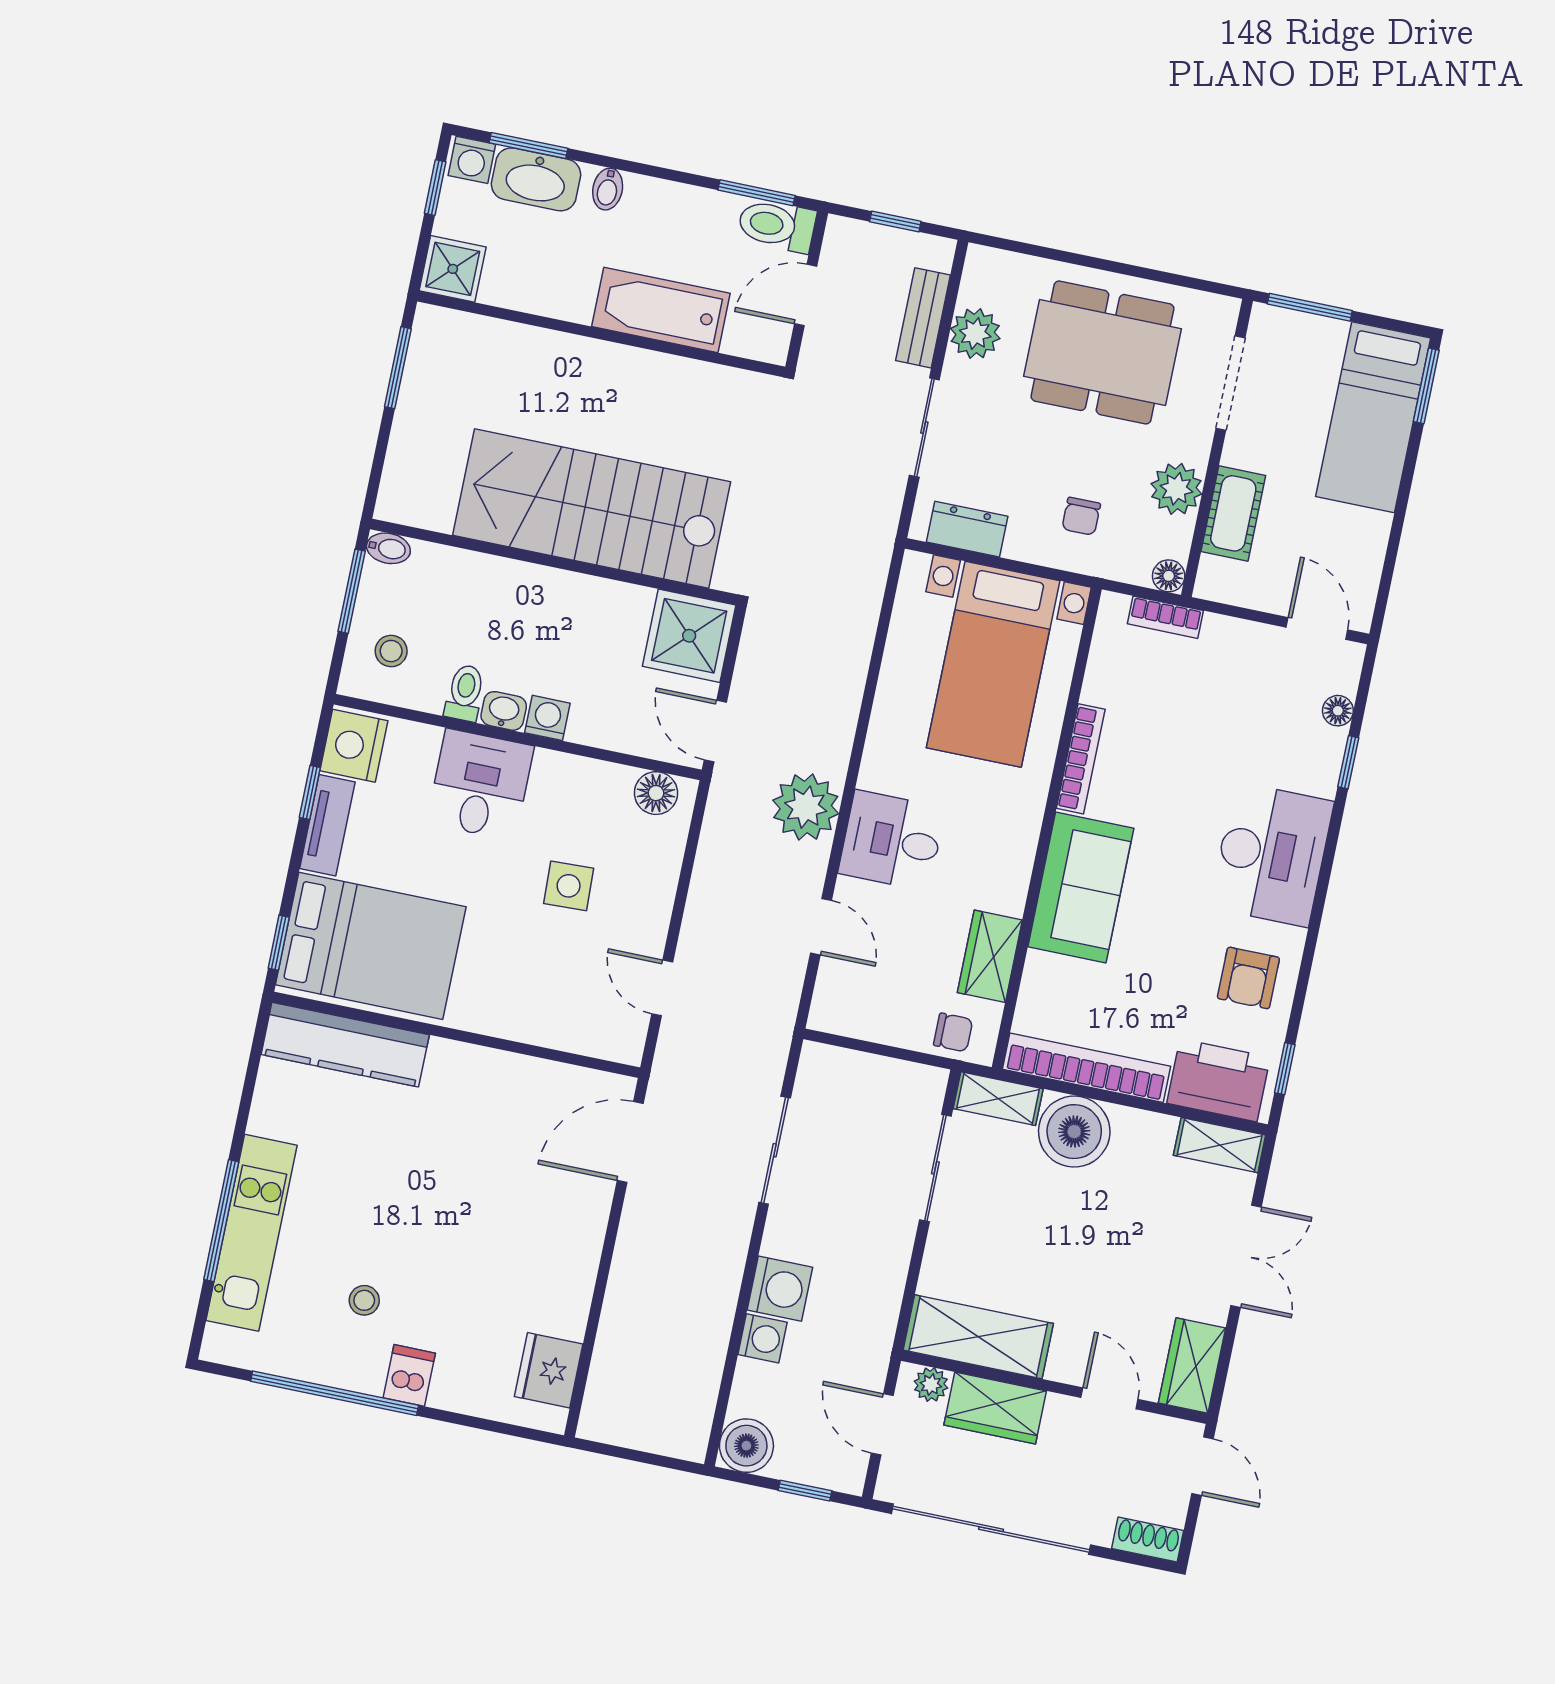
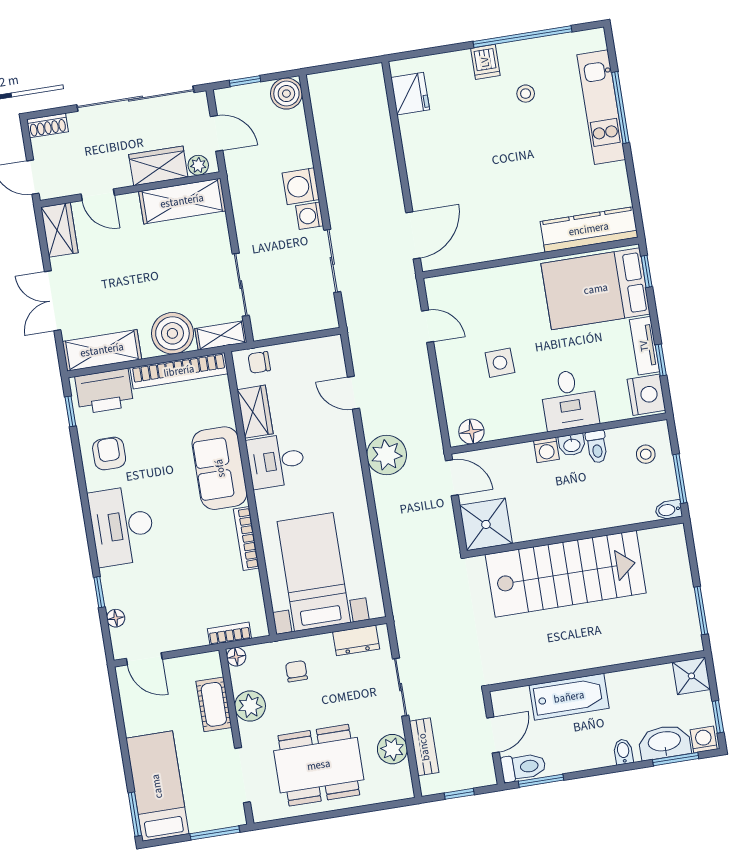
desk: (892, 841) -> (276, 461), moved, turned 180
shelving: (1220, 1145) -> (102, 350), width x1.50, depth x1.33
washing machine: (763, 1338) -> (310, 216), moved

